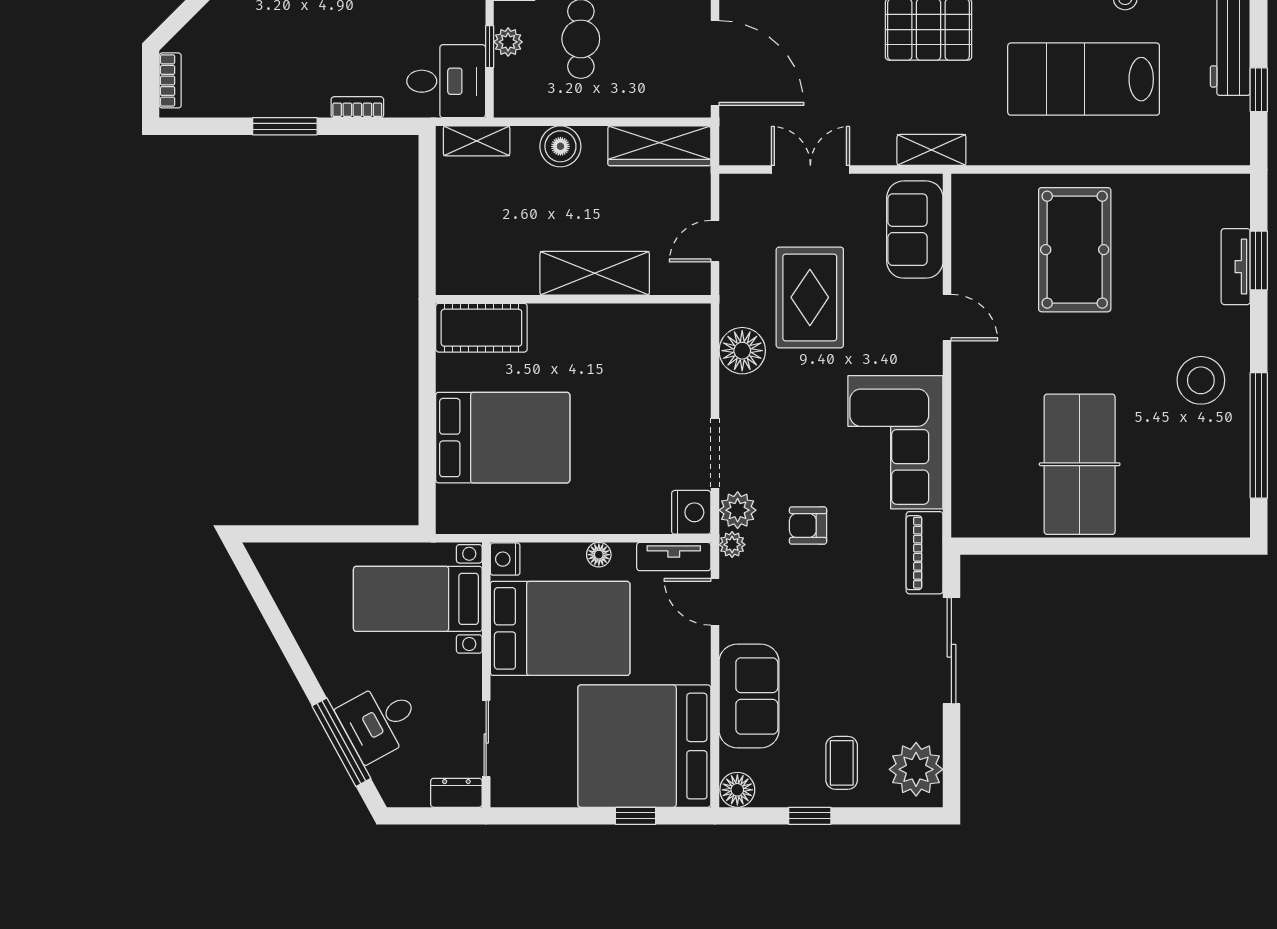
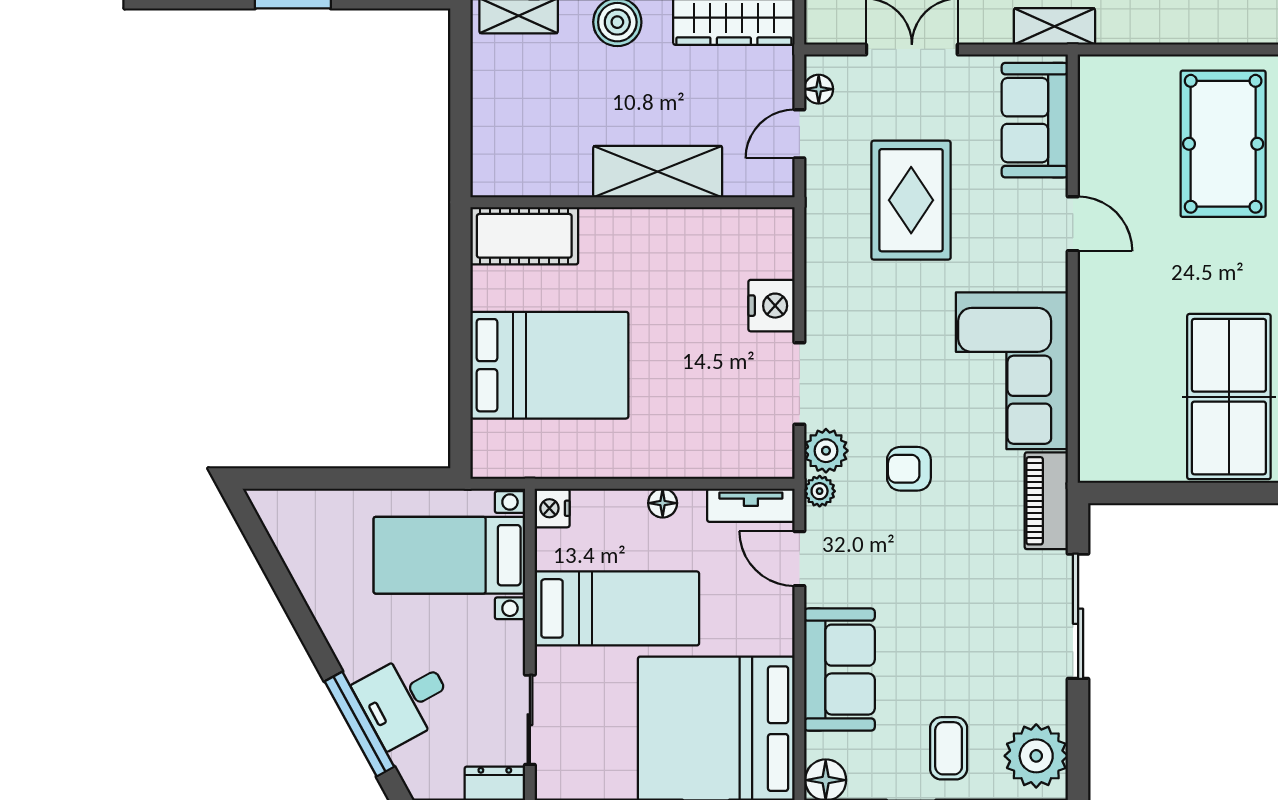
floor lamp: (742, 351) -> (819, 89), moved, width x0.53, depth x0.53
nightstand: (691, 512) -> (771, 306), moved
bed: (560, 628) -> (617, 608), width x0.67

